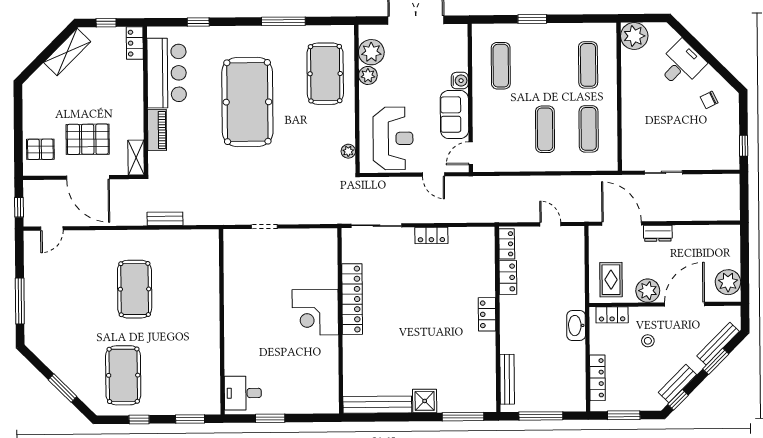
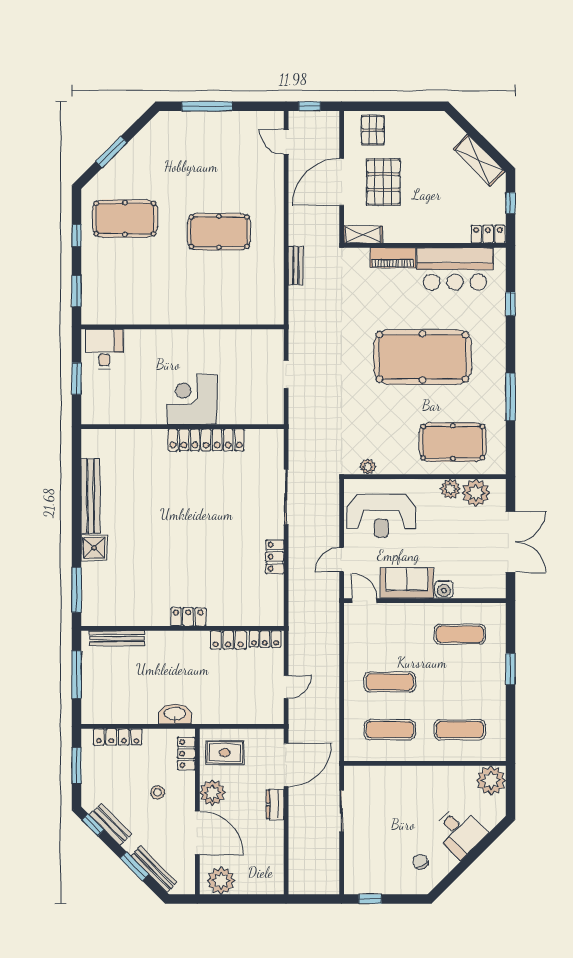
locker: (352, 299) -> (206, 440), moved
corner desk: (315, 312) -> (192, 399), moved
wall: (340, 321) -> (182, 427), moved

